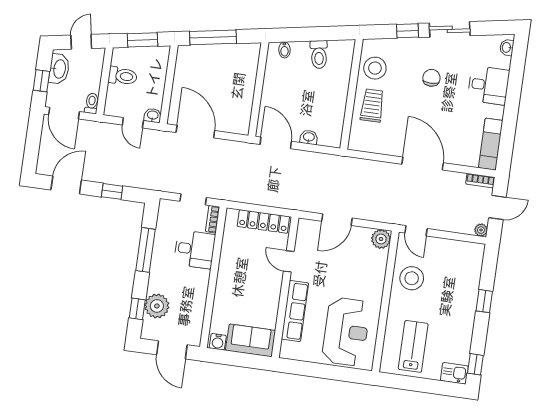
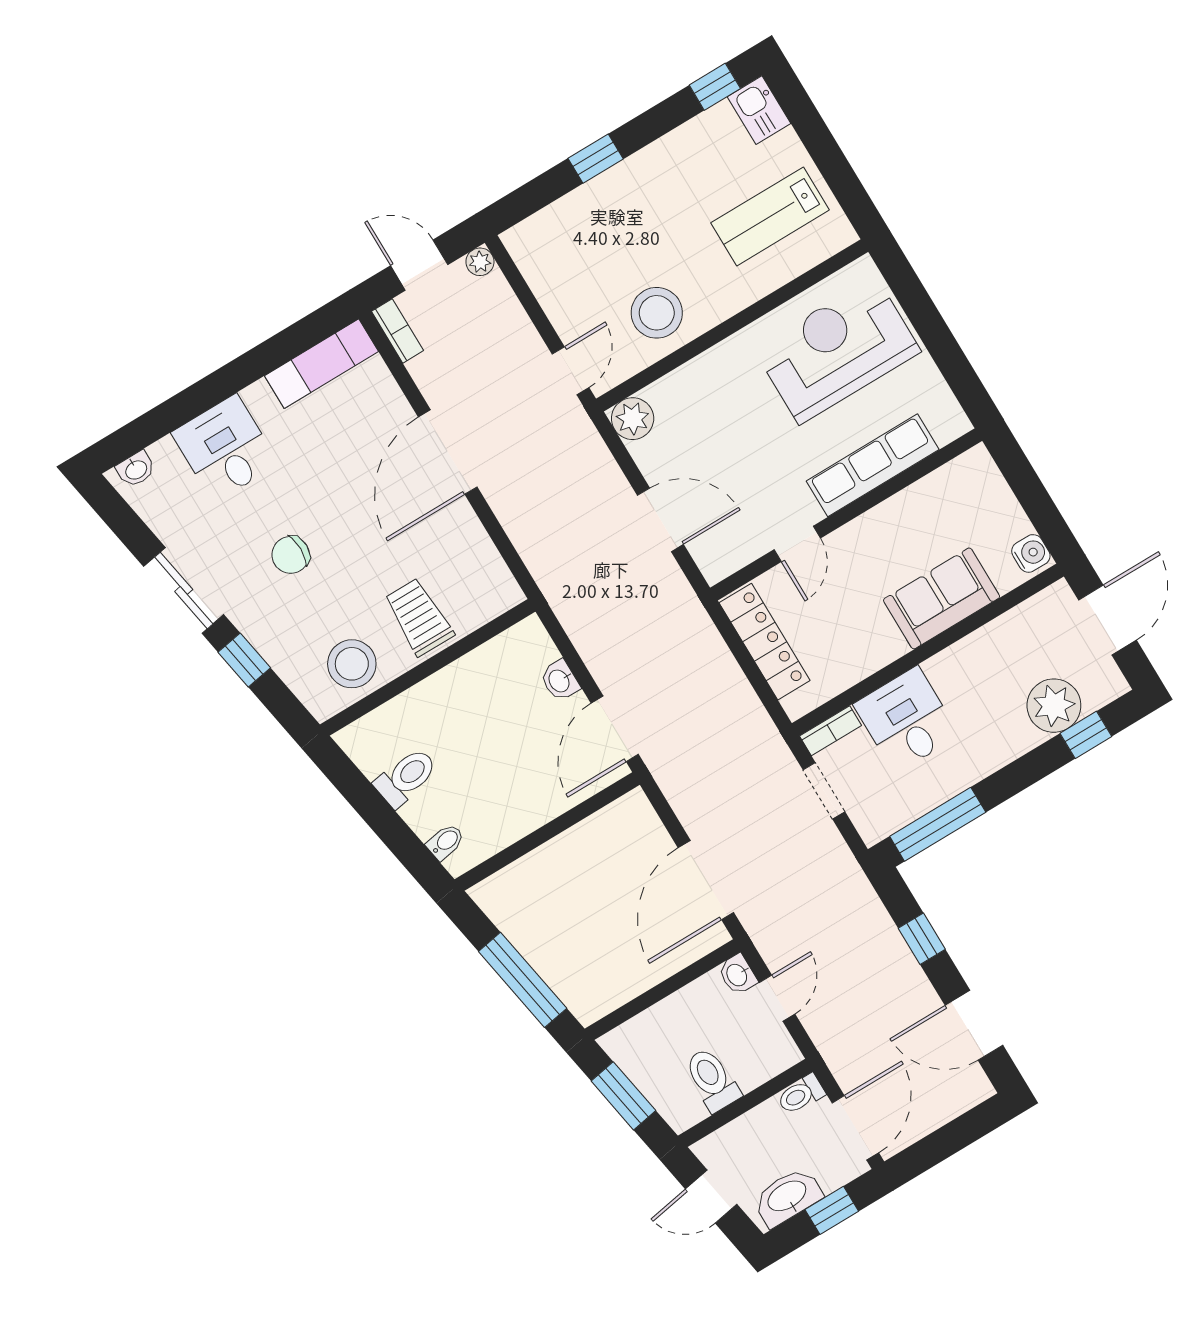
trolley: (372, 105) -> (419, 617), turned 90
window: (145, 250) -> (938, 824), moved
sofa: (251, 340) -> (942, 598), moved, turned 90

